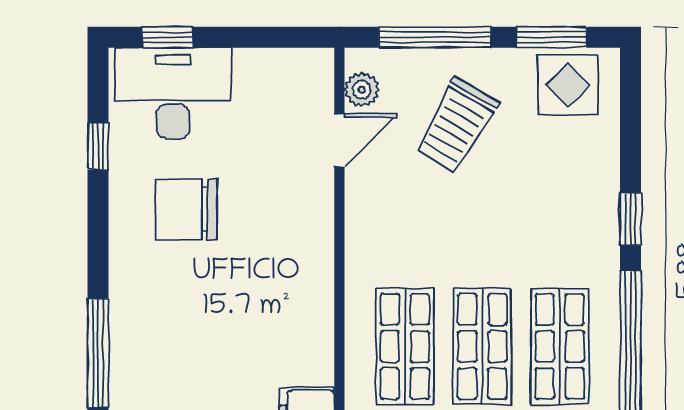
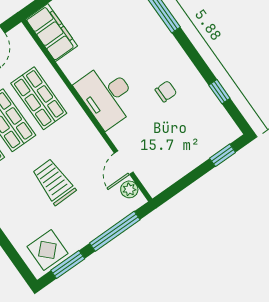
desk: (173, 93) -> (107, 95), moved, turned 90
trolley: (457, 125) -> (54, 182), moved, turned -31
chair: (186, 209) -> (166, 91), width x0.54, depth x0.54

